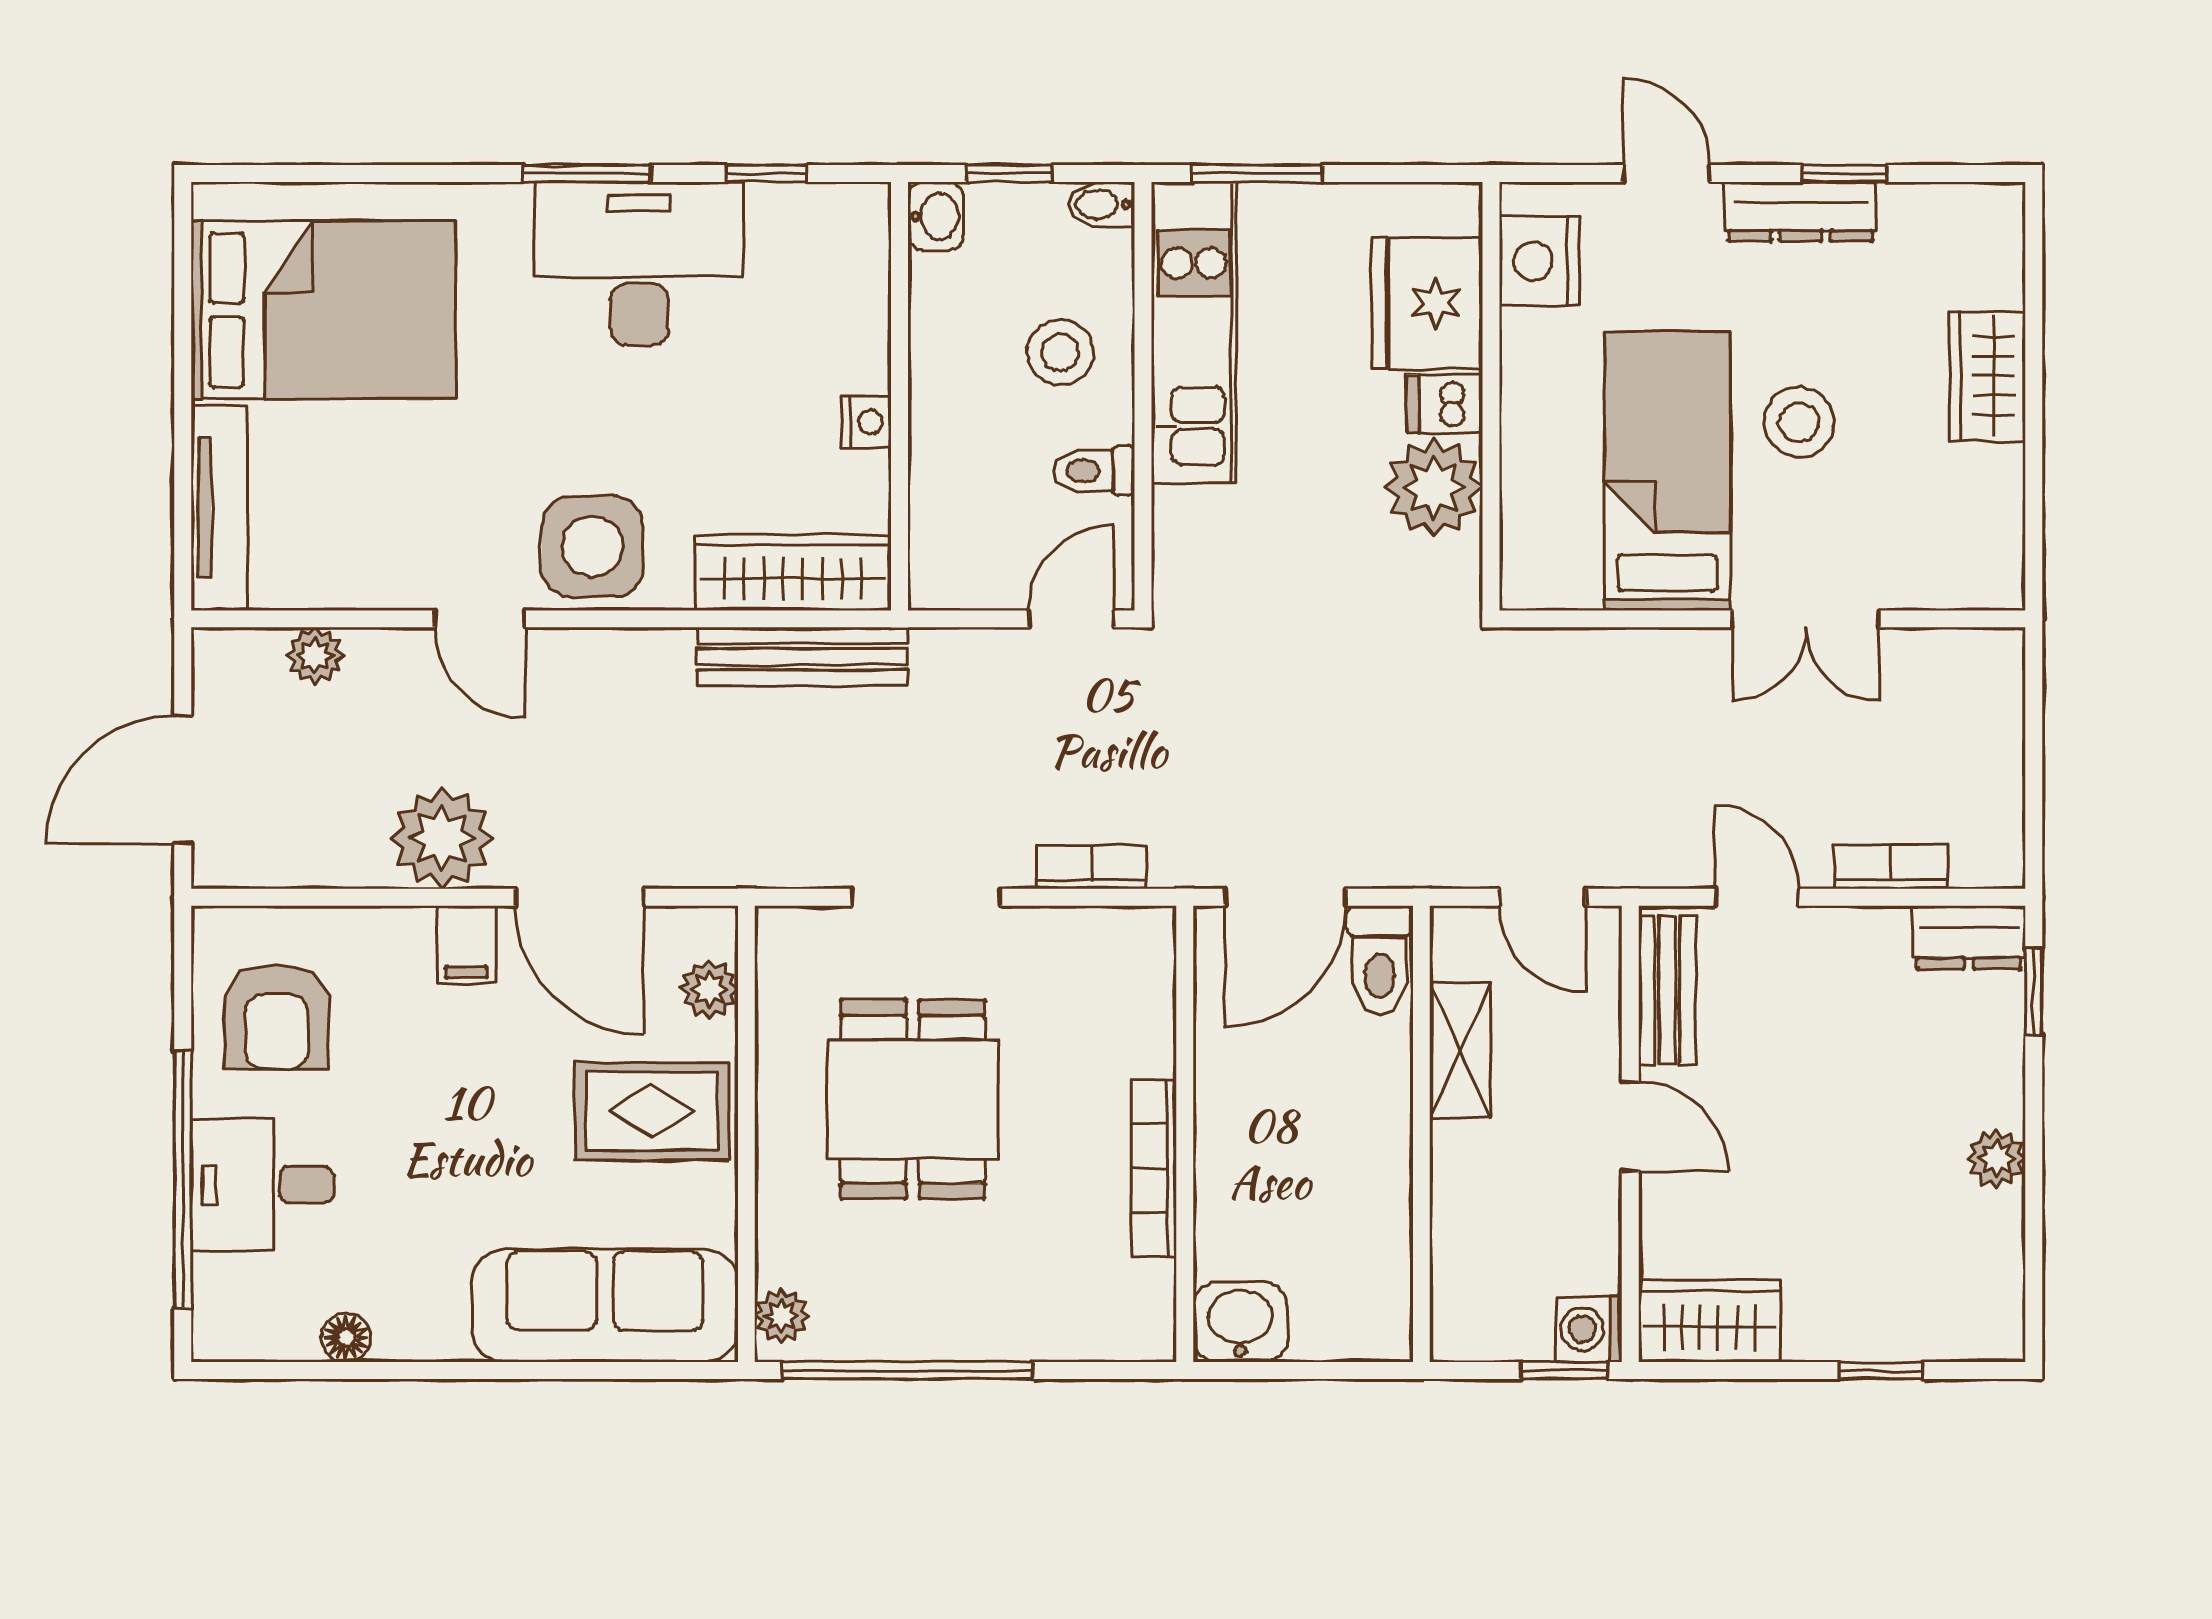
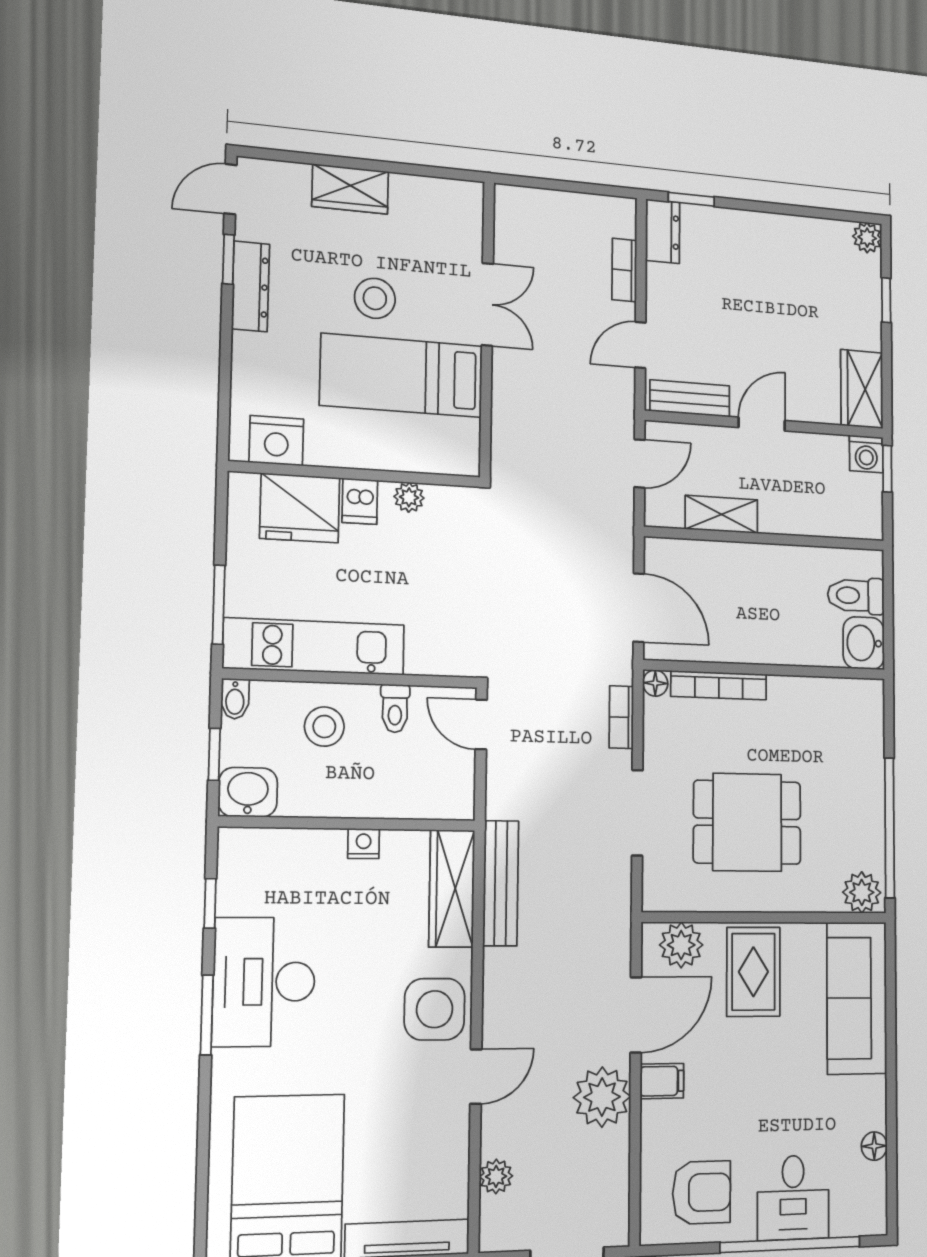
door: (1666, 174) -> (230, 189), moved
washbasin: (936, 216) -> (248, 792), width x1.38, depth x1.45
plant: (1434, 488) -> (409, 497), width x0.53, depth x0.53
floor lamp: (1153, 929) -> (655, 683), added
toilet: (1380, 960) -> (856, 596), moved, turned 180
plant: (709, 989) -> (681, 945), width x1.38, depth x1.38
plant: (1996, 1158) -> (867, 238), moved
bookcase: (1154, 1169) -> (719, 685), moved
plant: (781, 1316) -> (862, 892), width x1.38, depth x1.38

